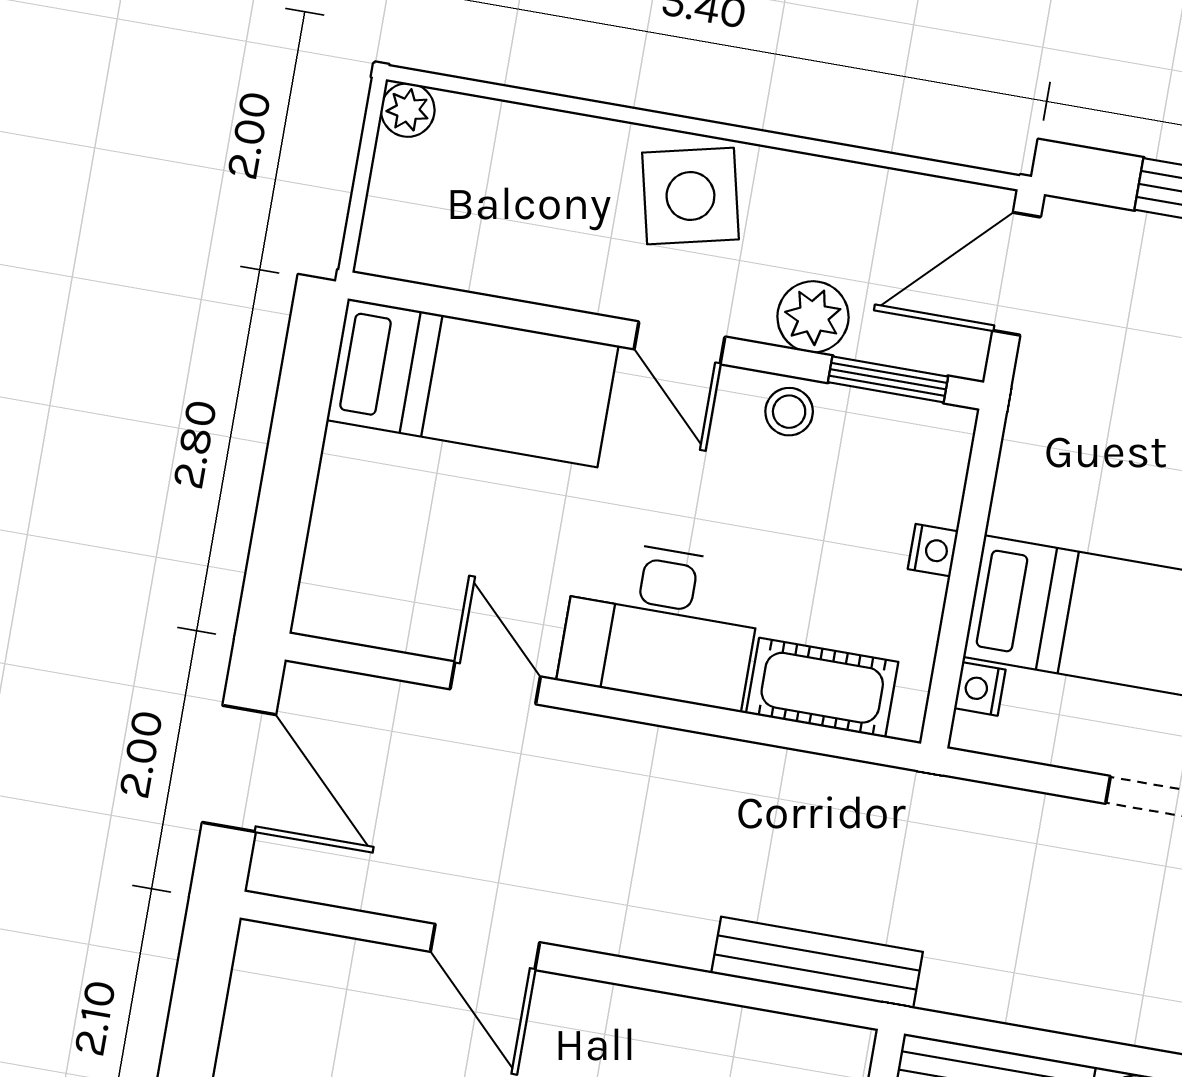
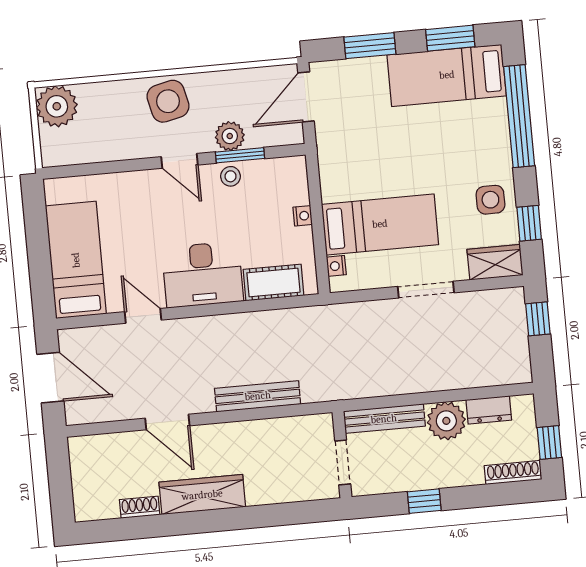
plant: (408, 110) -> (57, 106), width x1.87, depth x1.87
window: (888, 379) -> (240, 155), moved
bed: (472, 383) -> (76, 260), moved, turned -90
bench: (817, 963) -> (258, 396), moved

